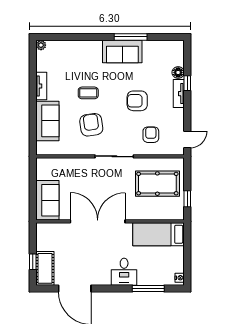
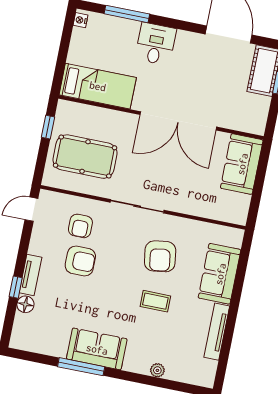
plant: (41, 45) -> (157, 370), moved
tv unit: (41, 86) -> (217, 332), width x1.41
armchair: (137, 101) -> (80, 261), moved

